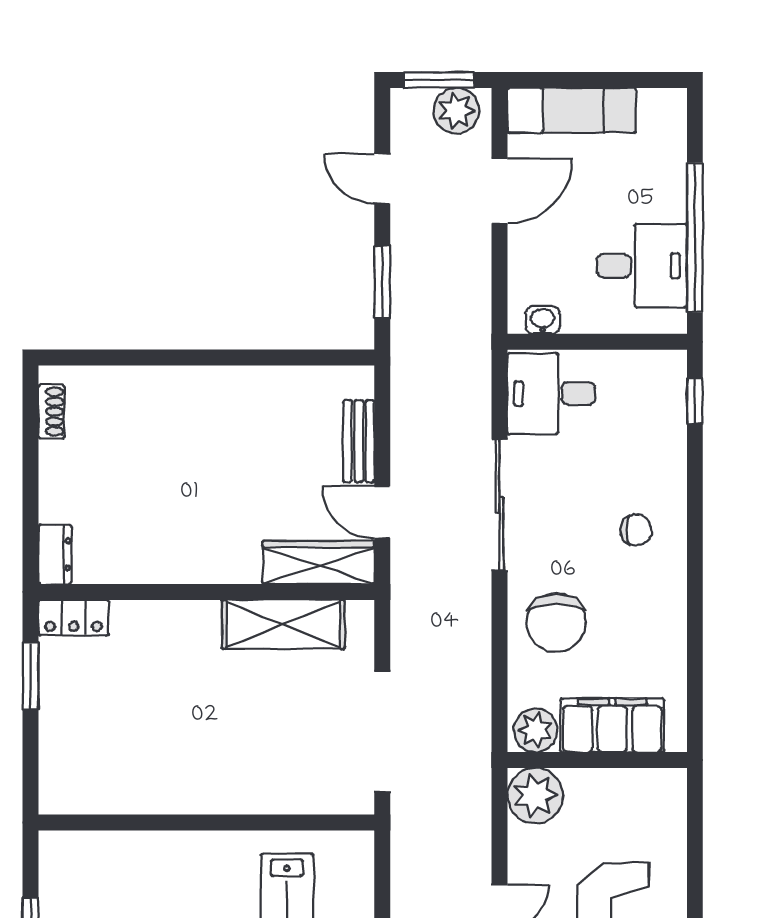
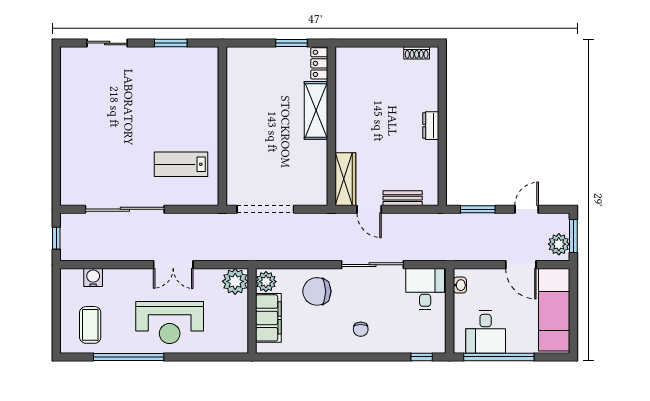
exam couch: (572, 110) -> (554, 310), width x1.36, depth x1.45
door: (382, 512) -> (369, 209), swing flipped
dresser: (55, 554) -> (431, 126), moved, turned 90
shelving: (283, 624) -> (316, 110), moved

